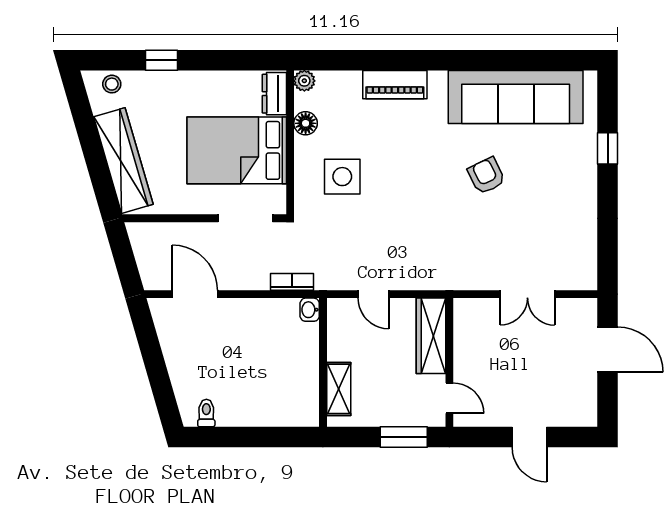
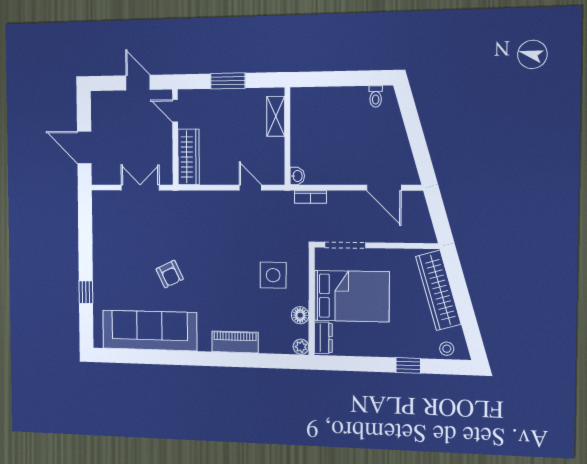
wardrobe: (431, 336) -> (188, 157), moved
wall: (449, 362) -> (175, 137), moved
door: (449, 398) -> (175, 111), moved

